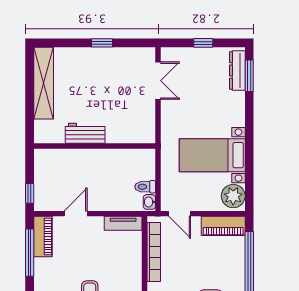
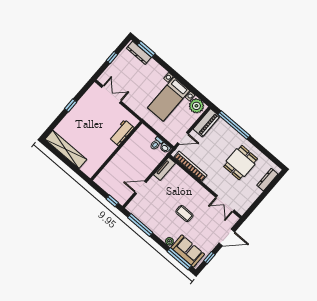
workbench: (85, 133) -> (122, 133), moved
door: (76, 214) -> (141, 187), hinge flipped
piano: (43, 237) -> (138, 212), removed

